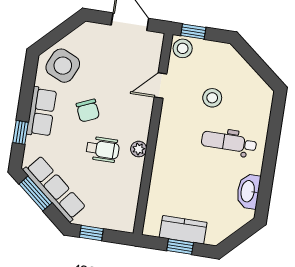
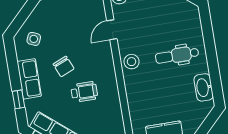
side table: (63, 66) -> (34, 39), width x0.54, depth x0.54
stool: (212, 98) -> (132, 62), moved
plant: (139, 149) -> (111, 83), removed

